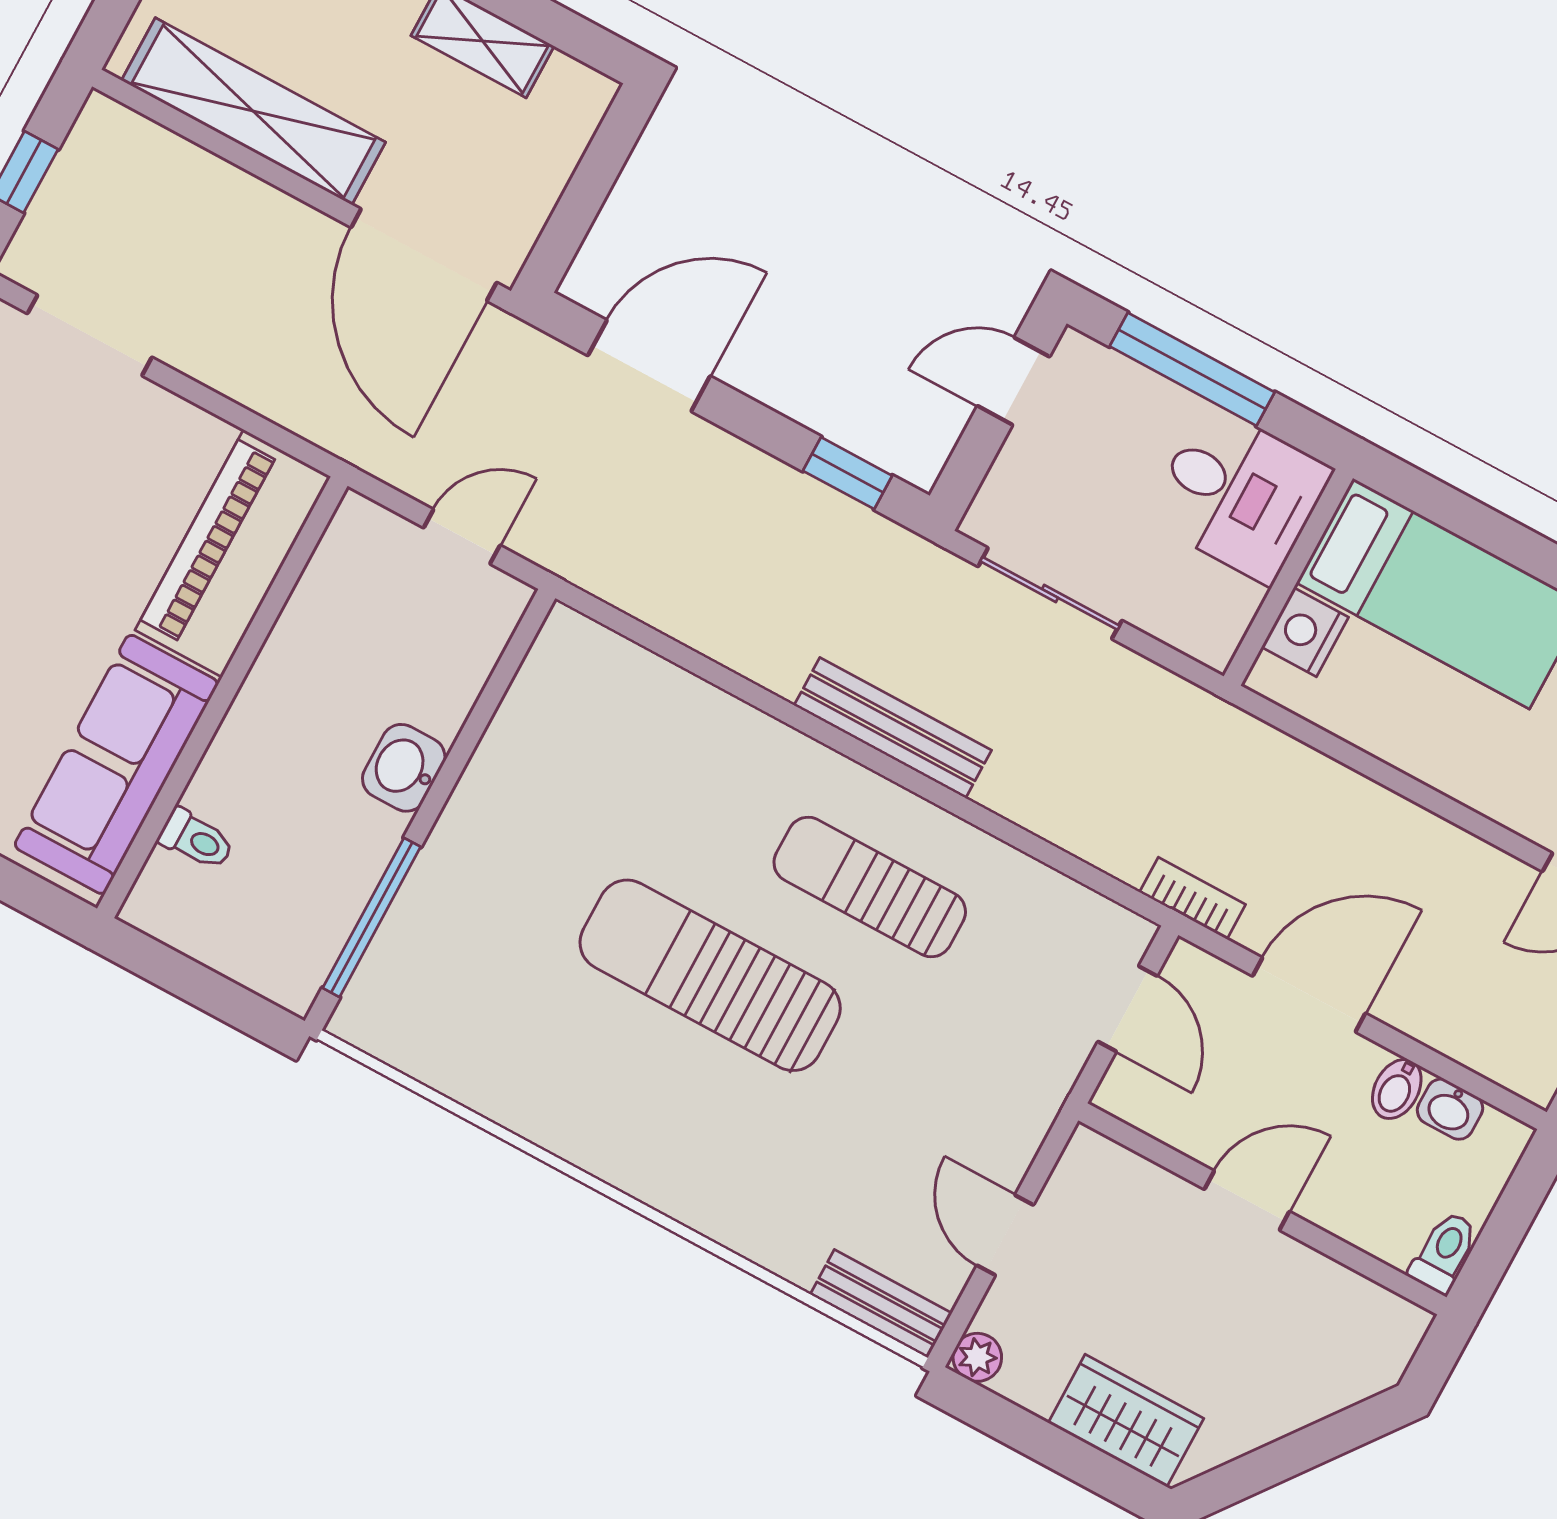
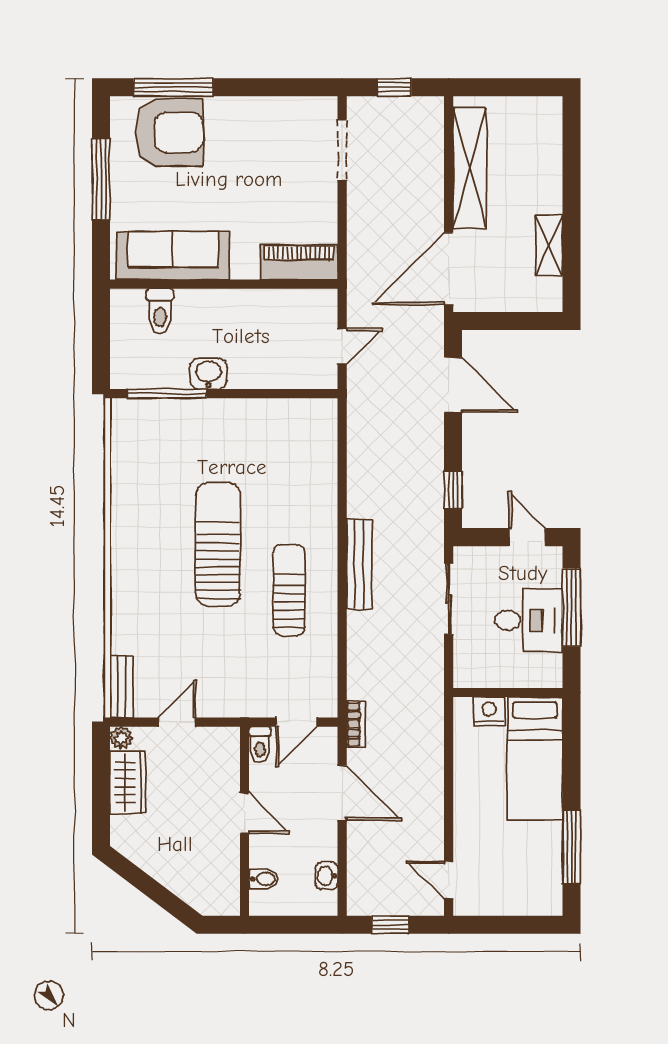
desk: (1239, 494) -> (529, 620), moved, turned -90
door: (462, 537) -> (342, 346), hinge flipped
piano: (233, 553) -> (299, 262), width x0.73, depth x0.75
washbasin: (404, 768) -> (208, 374), moved
toilet: (196, 839) -> (160, 311), width x1.37, depth x1.39
bidet: (1397, 1089) -> (264, 879), moved, turned 180
toilet: (1444, 1252) -> (260, 744), moved, turned 90
wardrobe: (1126, 1421) -> (128, 783), moved

